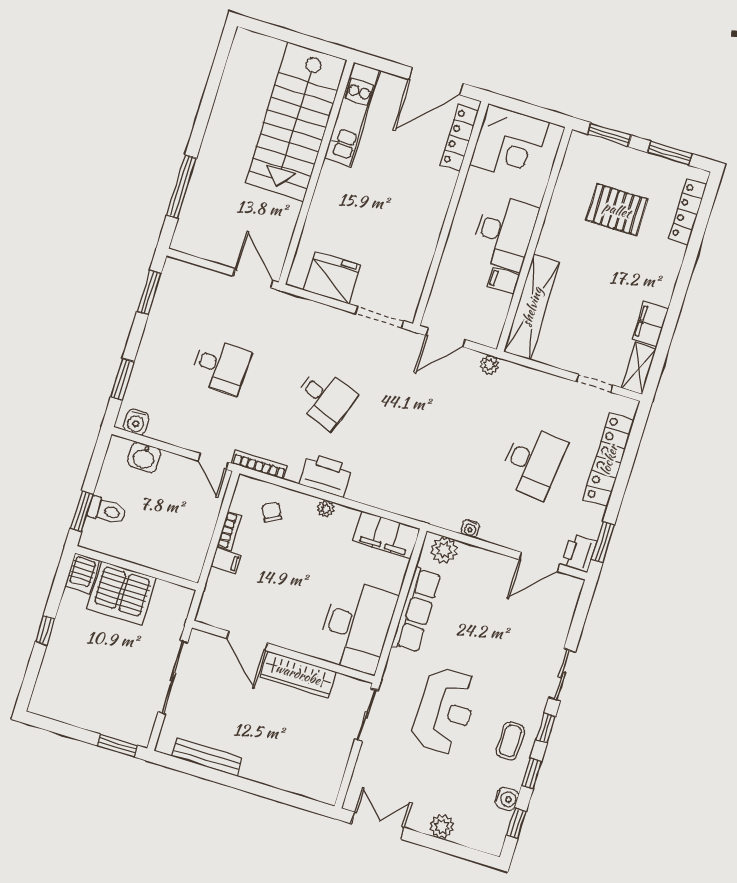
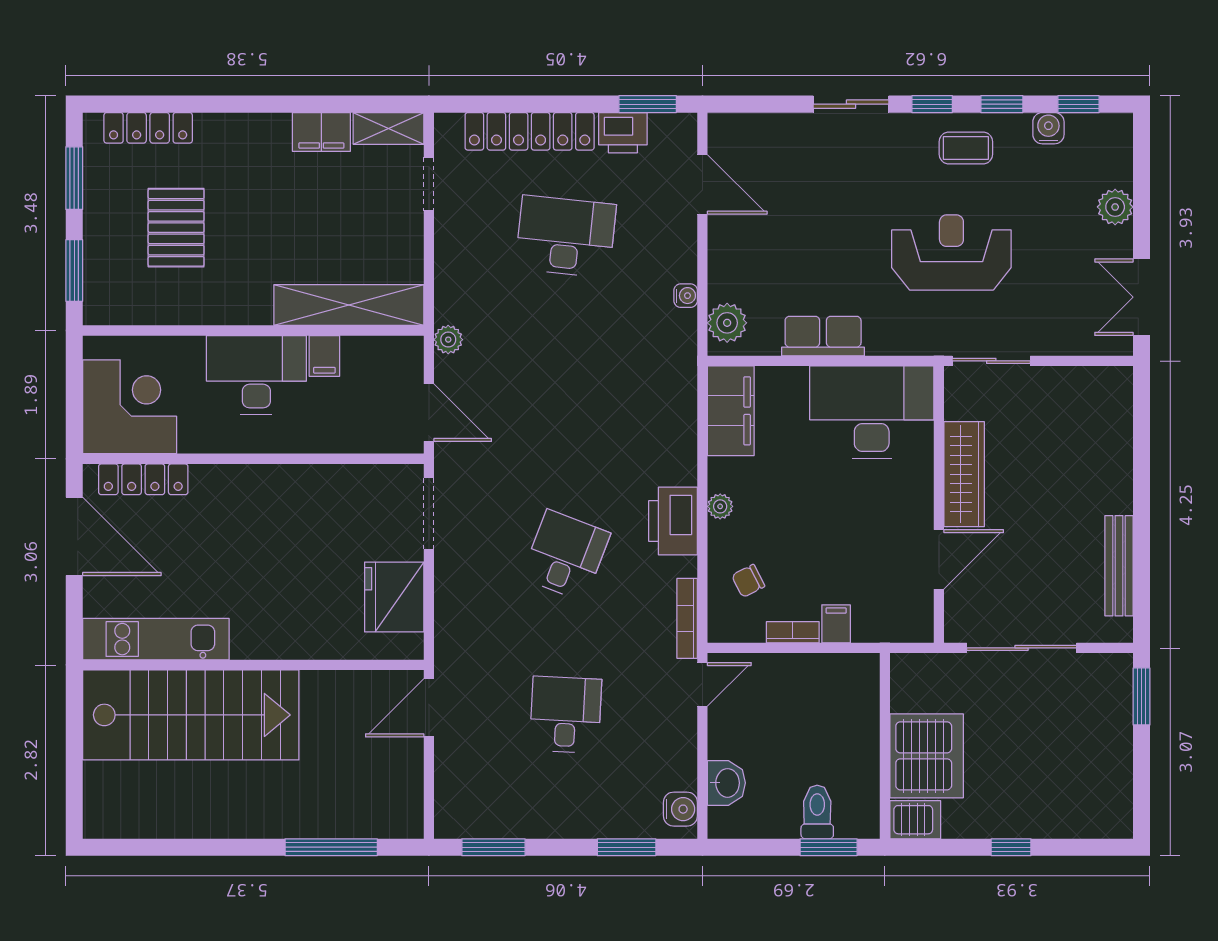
printer: (579, 553) -> (623, 133), moved
row of seats: (416, 610) -> (823, 336), width x0.68

